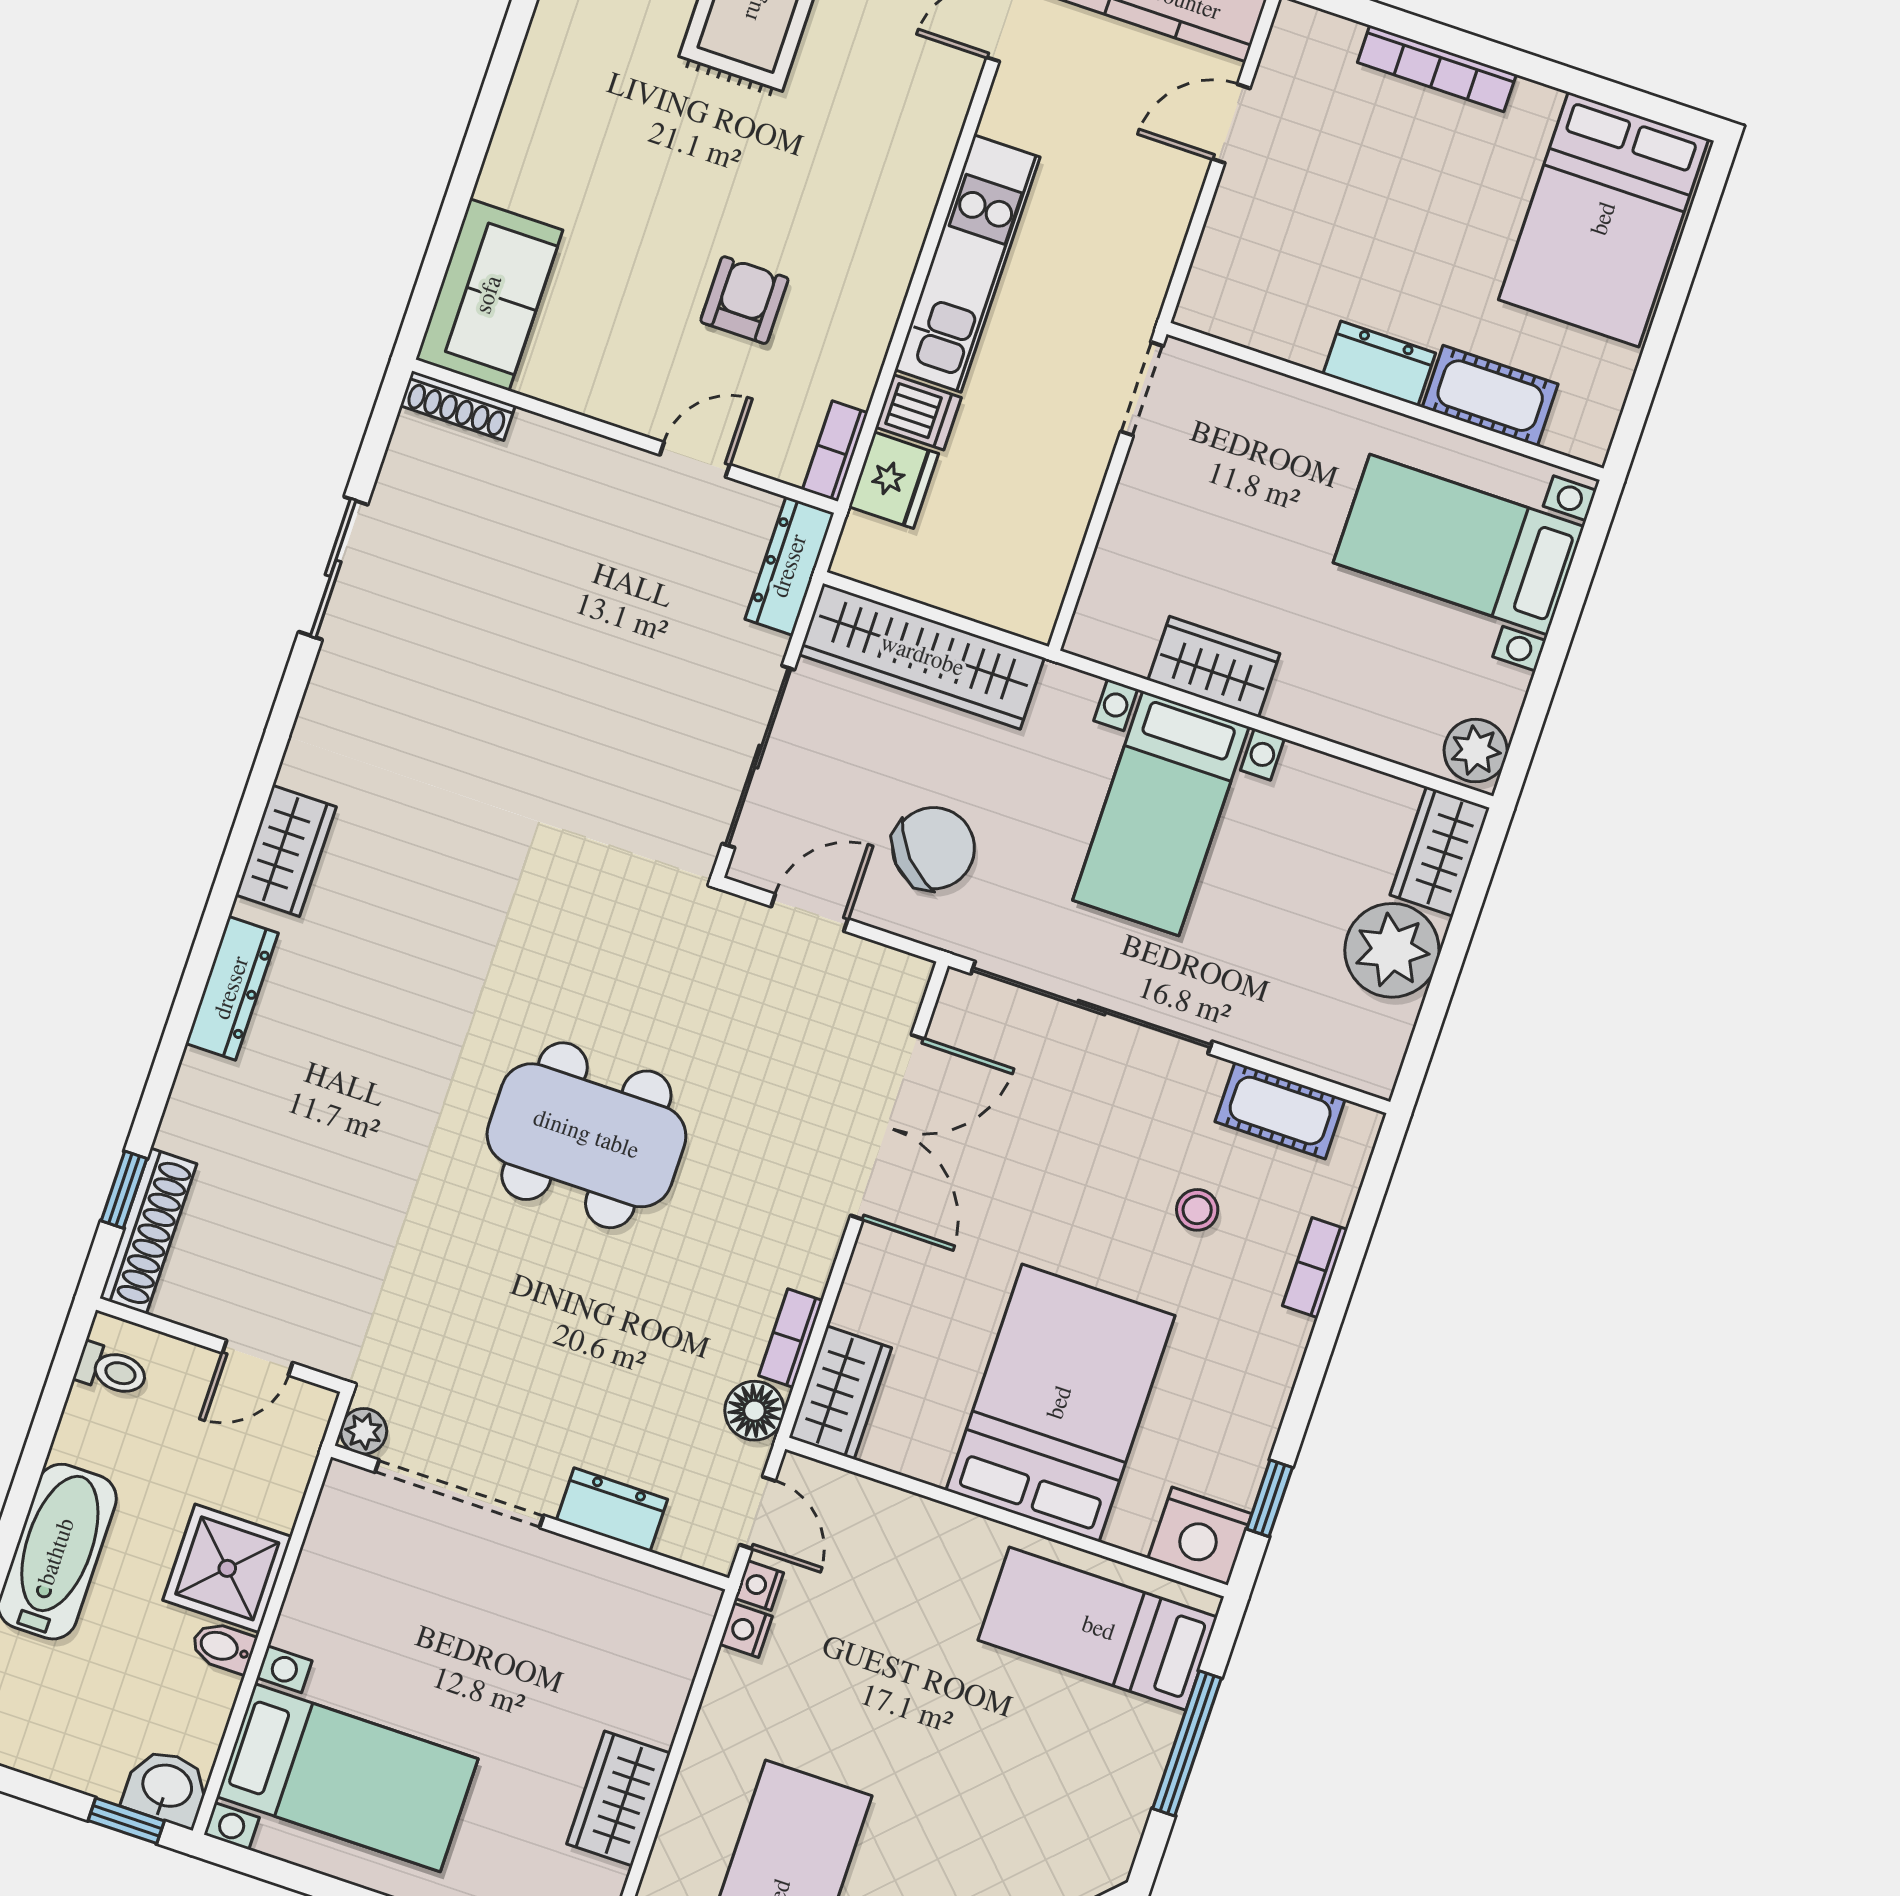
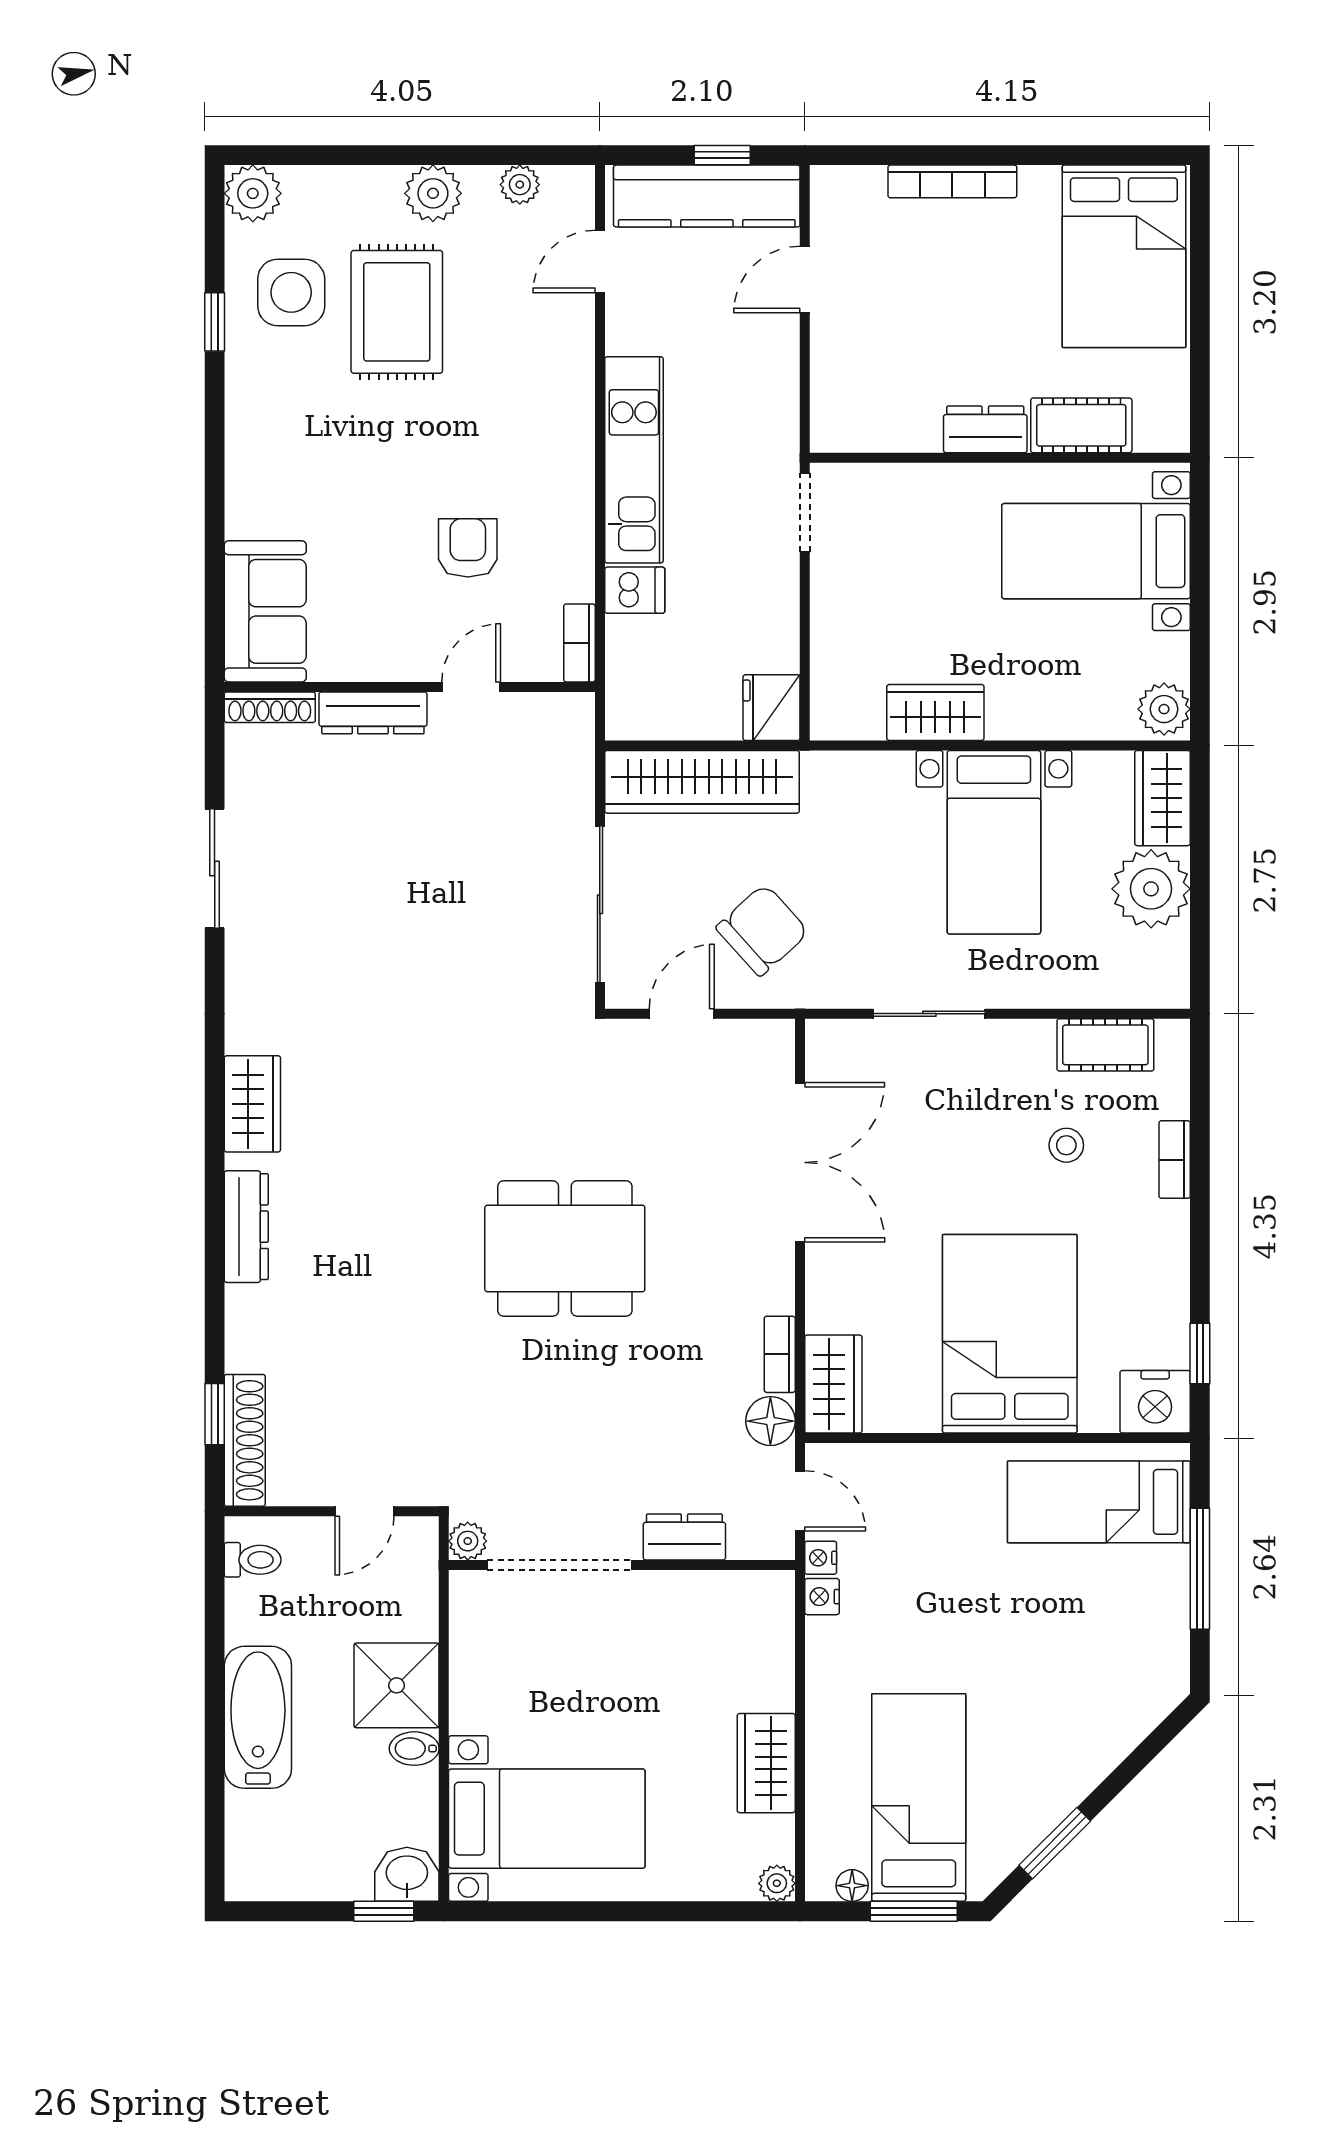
fridge: (894, 480) -> (772, 708), moved, turned 180
dresser: (790, 566) -> (373, 713), moved, turned -90
bed with nightstands: (1161, 813) -> (994, 842), moved
sliding door: (1092, 1008) -> (929, 1014), width x0.54

